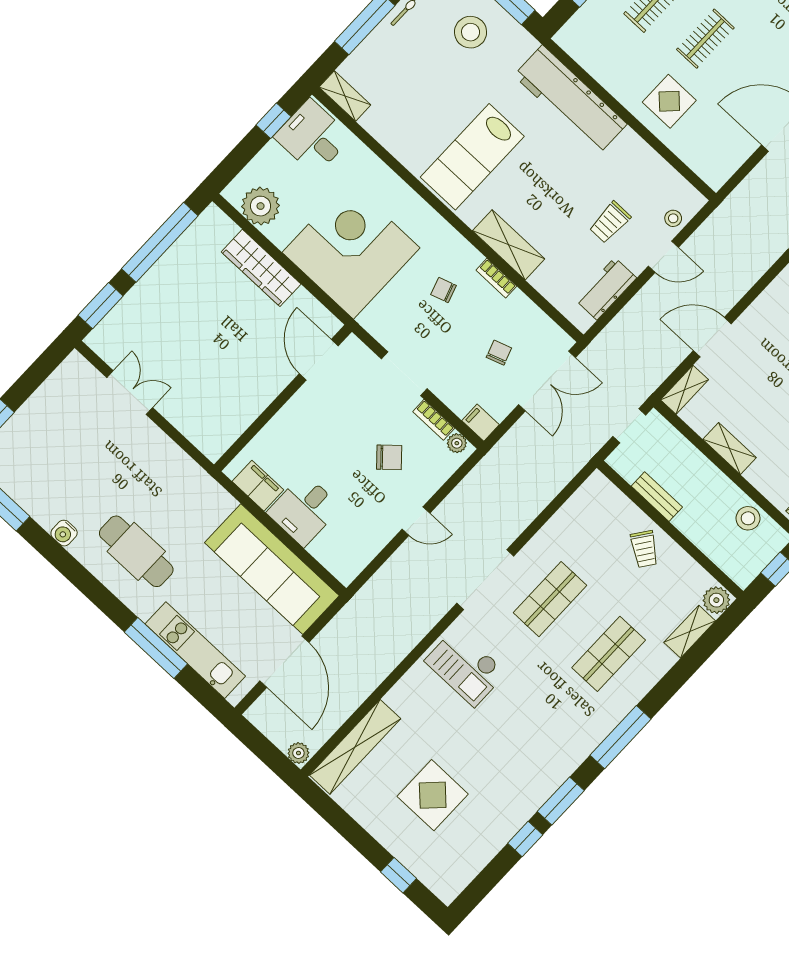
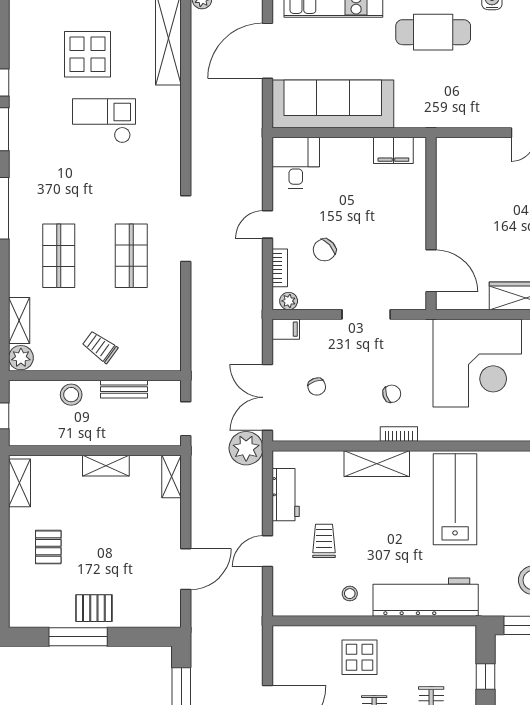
stool: (673, 218) -> (350, 594), moved
bookcase: (496, 278) -> (399, 434), moved
door: (712, 337) -> (186, 569), moved
plant: (603, 356) -> (246, 448), added
bookcase: (434, 420) -> (280, 268), moved, turned 90
desk: (304, 510) -> (296, 163), moved
stool: (748, 518) -> (71, 395), moved
door: (284, 662) -> (268, 51), hinge flipped
checkout: (466, 667) -> (104, 121), moved

